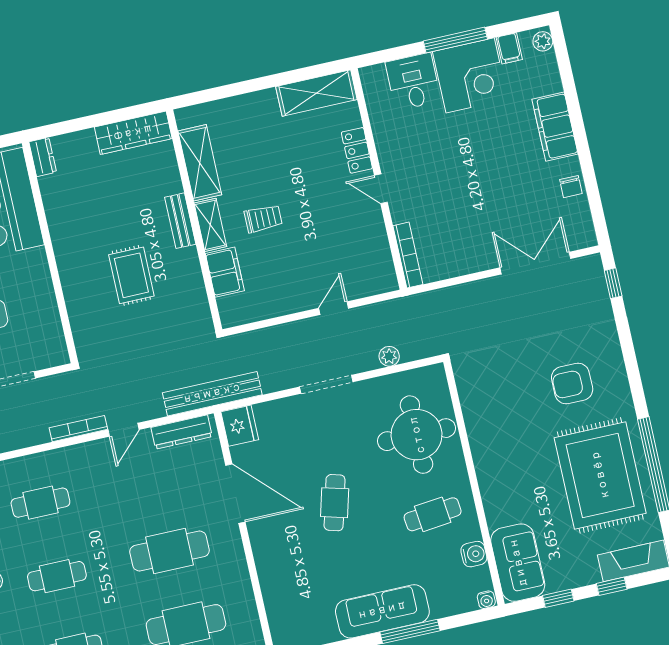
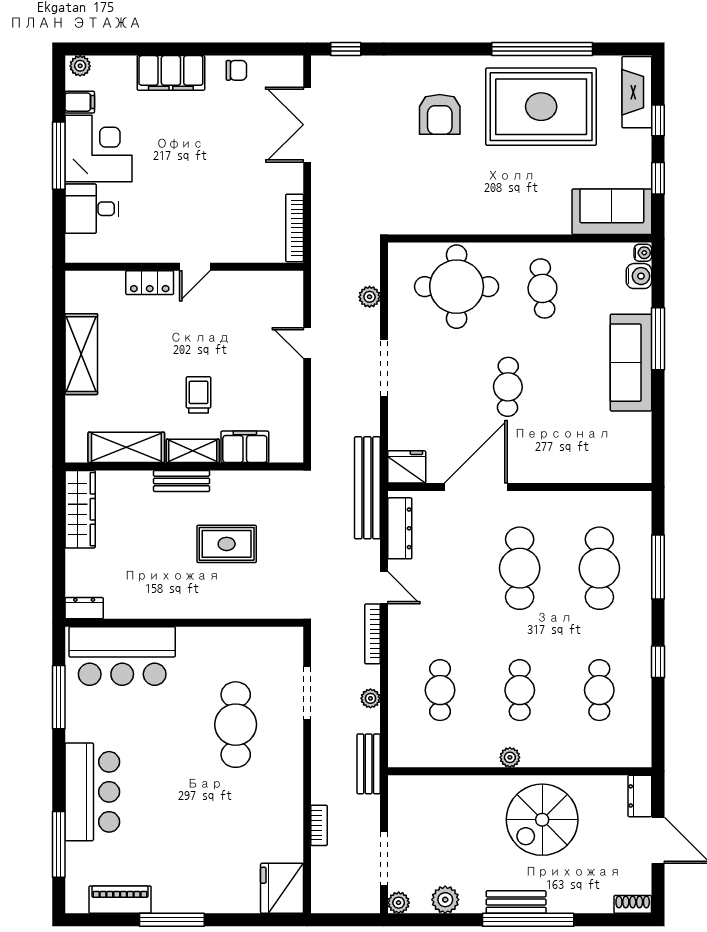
shelving: (316, 93) -> (81, 354), moved
bookcase: (408, 255) -> (295, 228), moved, turned -90
plant: (18, 440) -> (371, 698), added
cafe table: (335, 503) -> (508, 387), turned 76
water cooler: (474, 554) -> (639, 276), moved, turned 90

